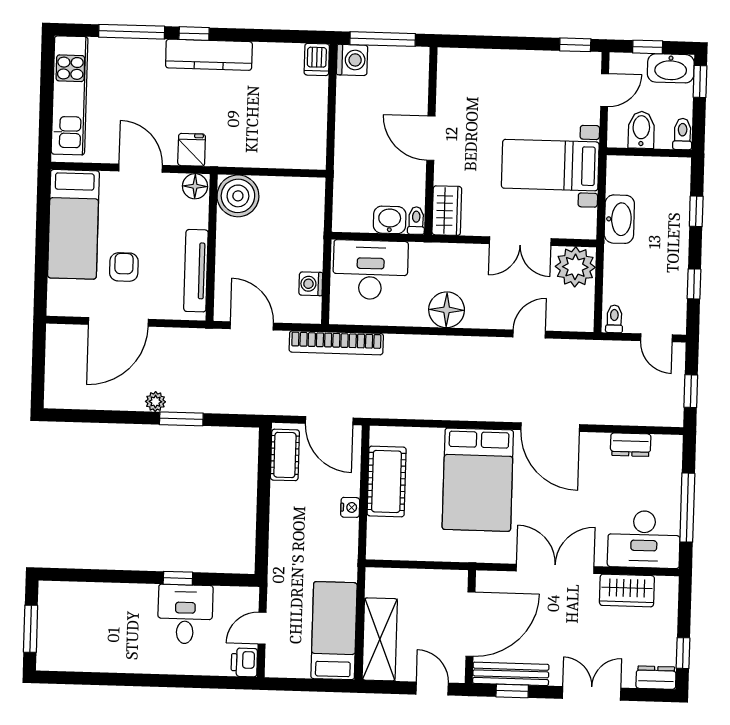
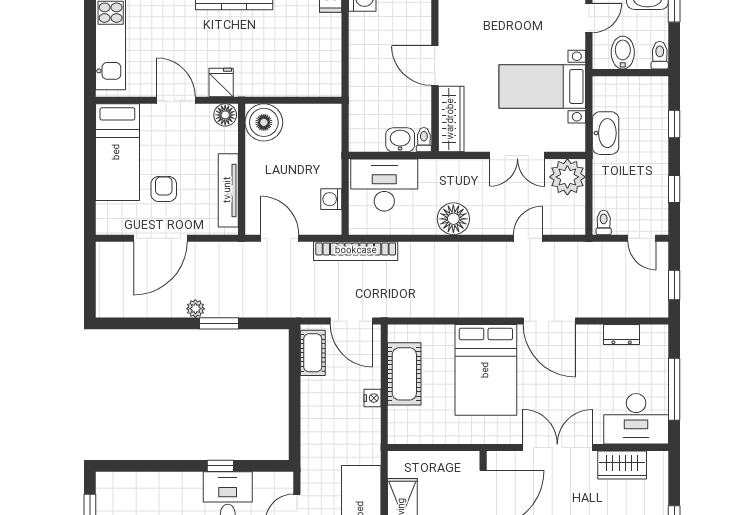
wardrobe: (447, 211) -> (451, 119), width x1.50

